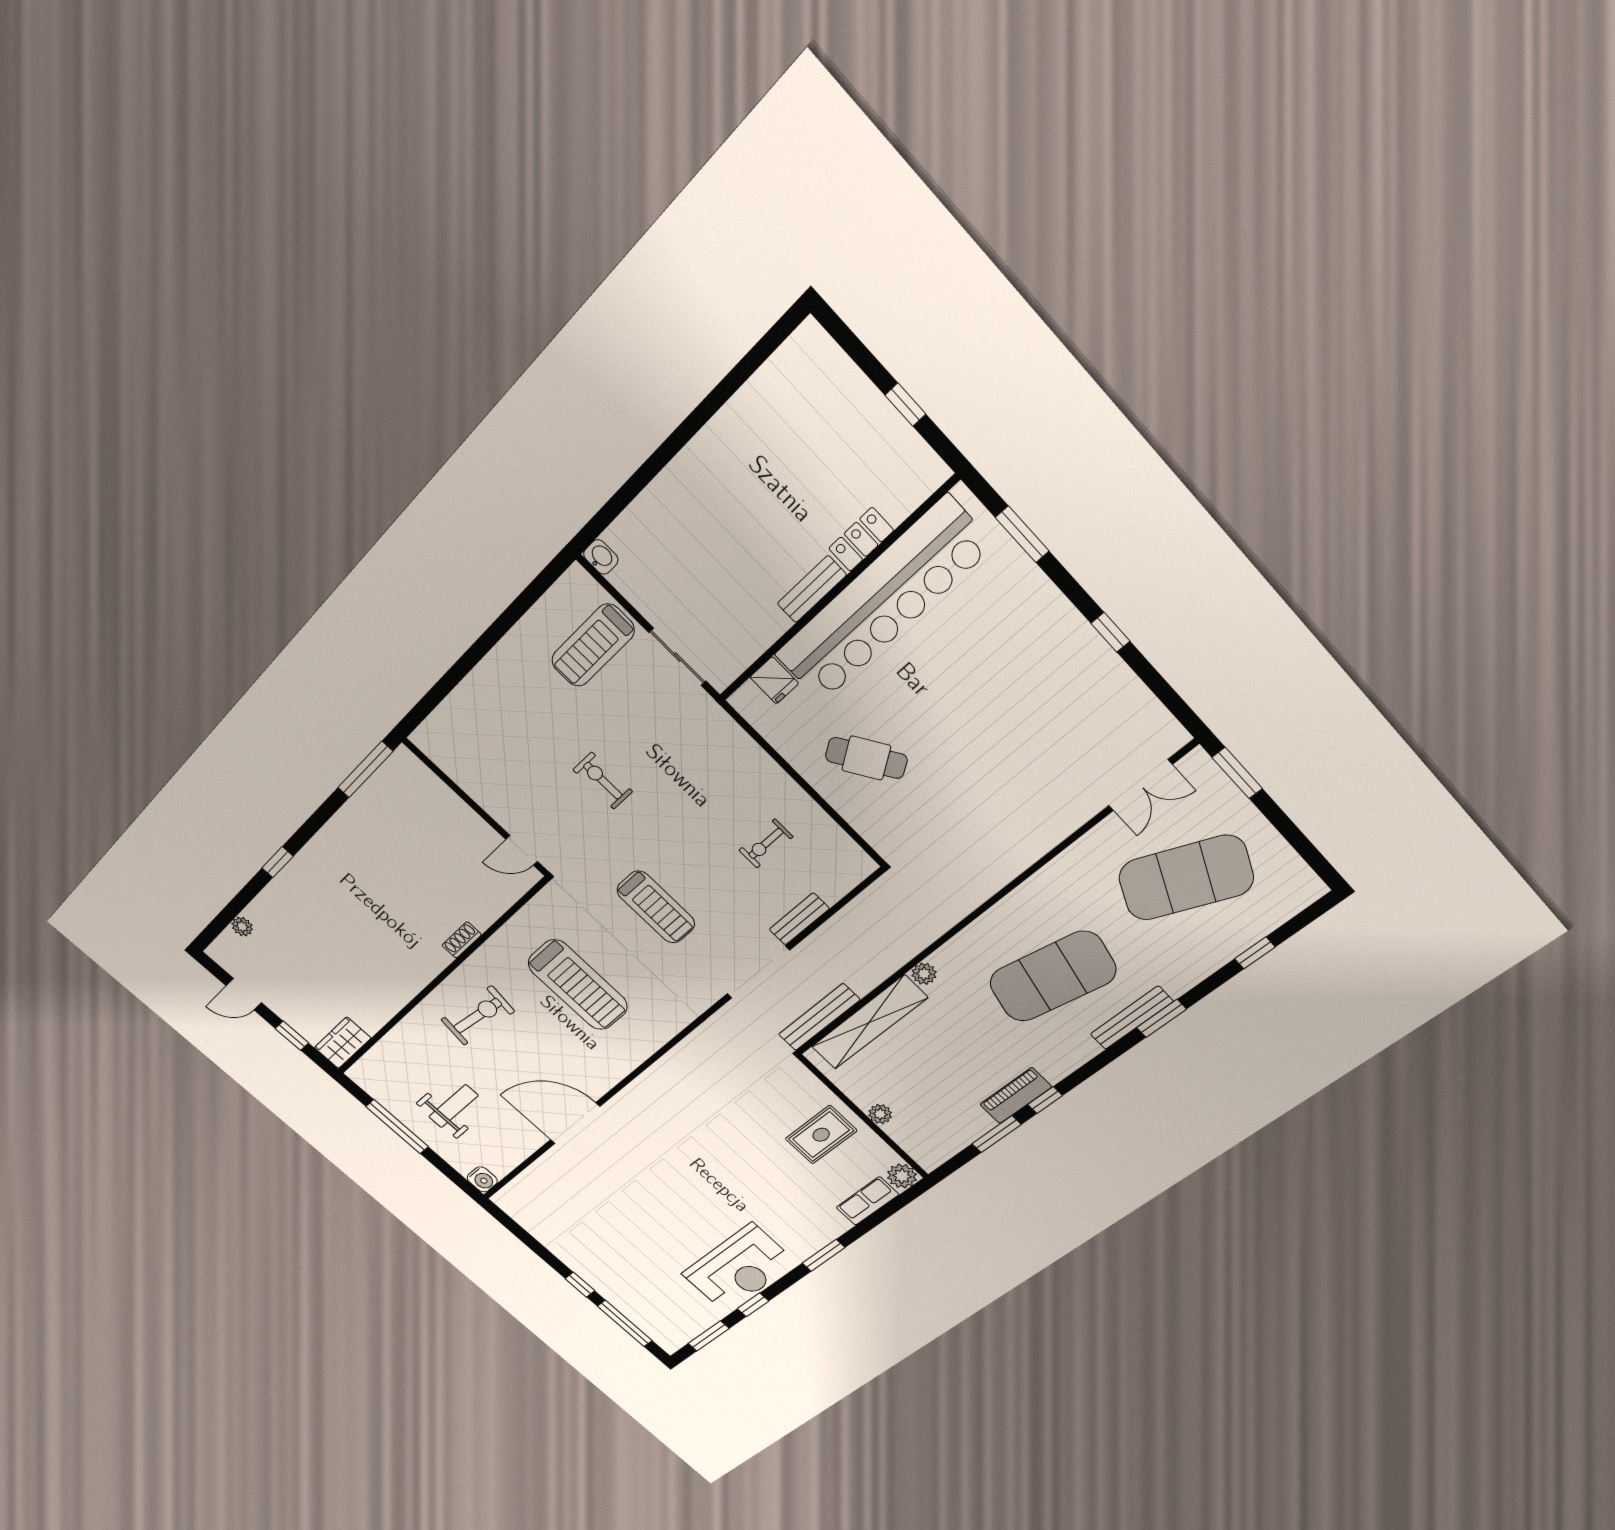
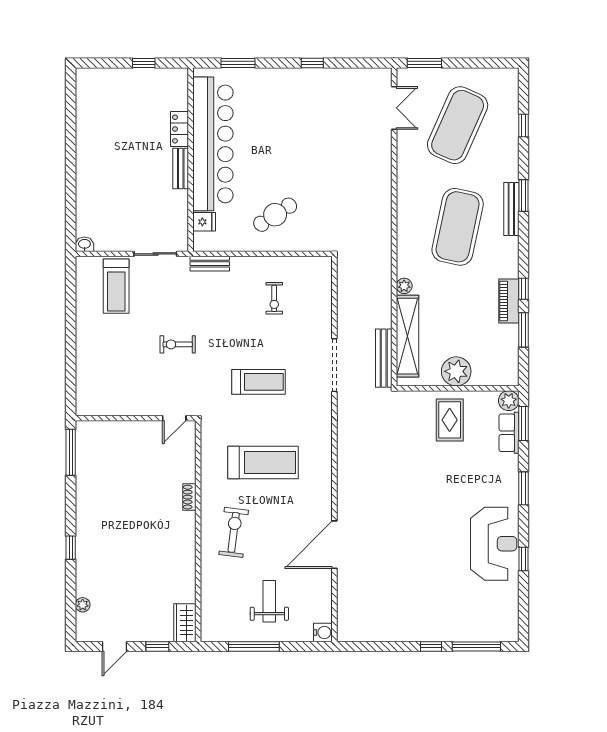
bench: (799, 919) -> (210, 264), moved, turned 90
plant: (880, 1114) -> (456, 371), width x1.87, depth x1.87
window: (709, 1336) -> (523, 423), moved

